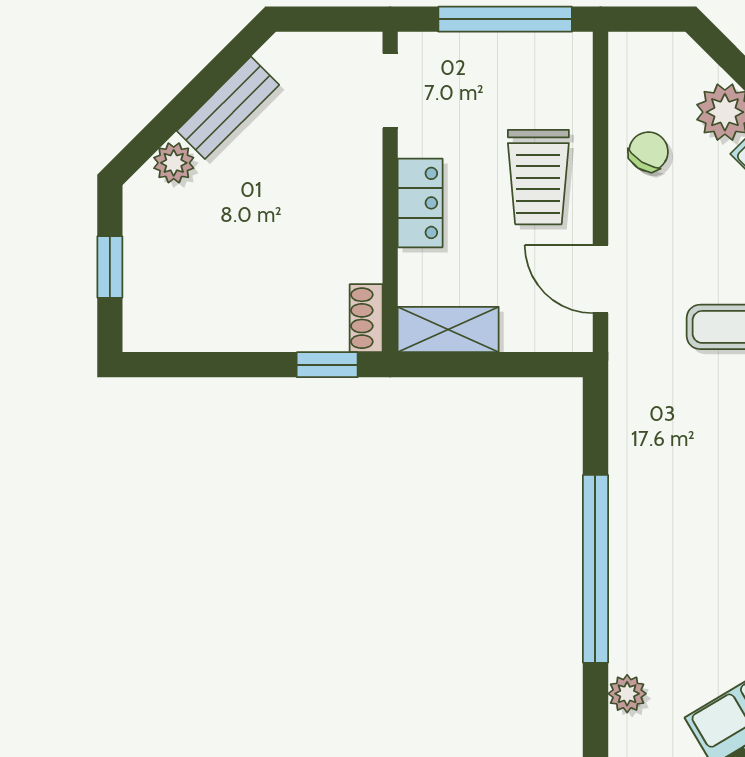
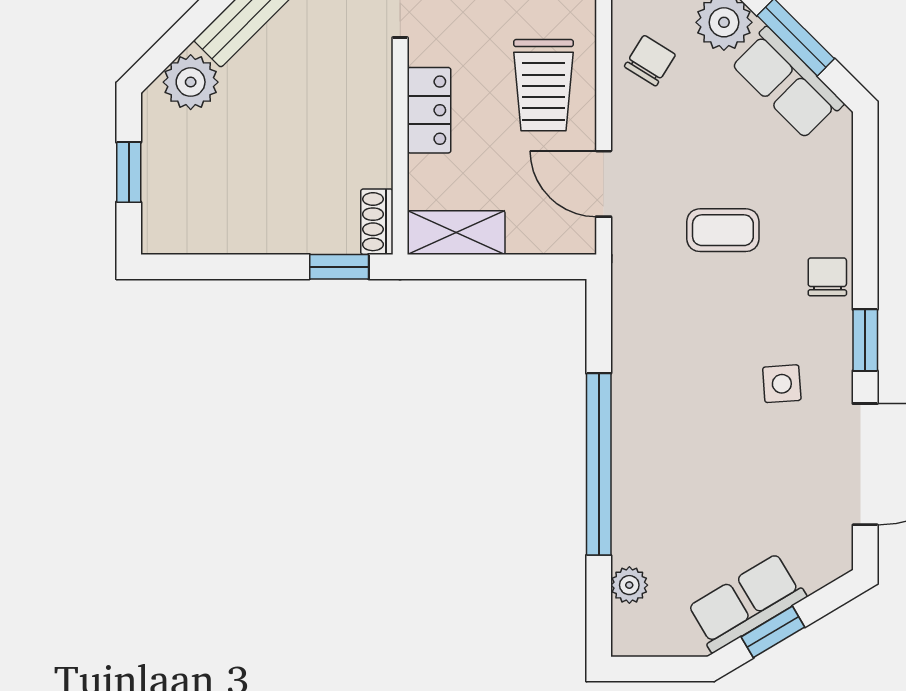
plant: (174, 163) -> (191, 82), width x1.38, depth x1.38

